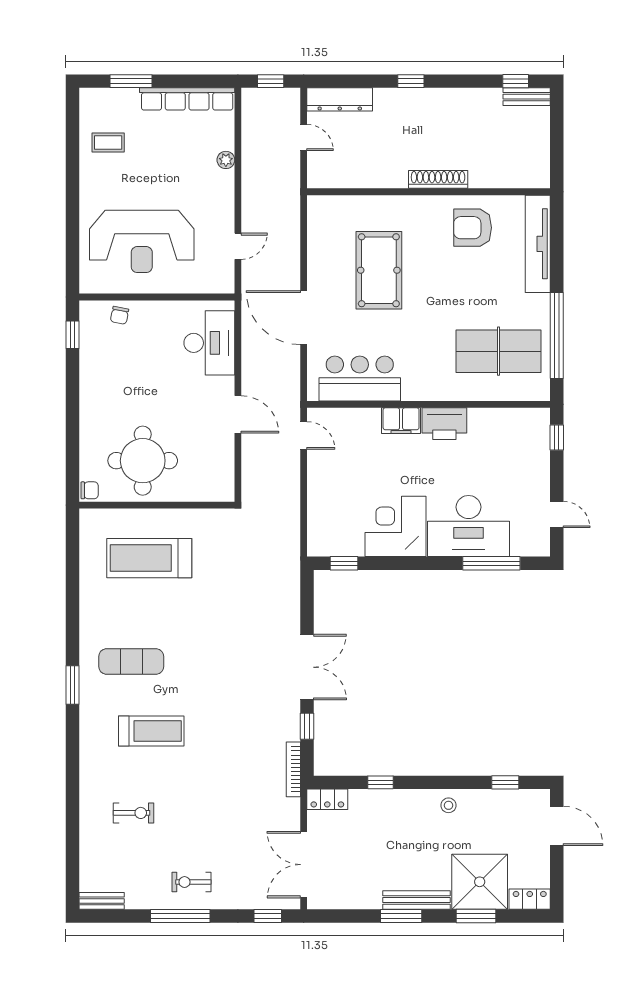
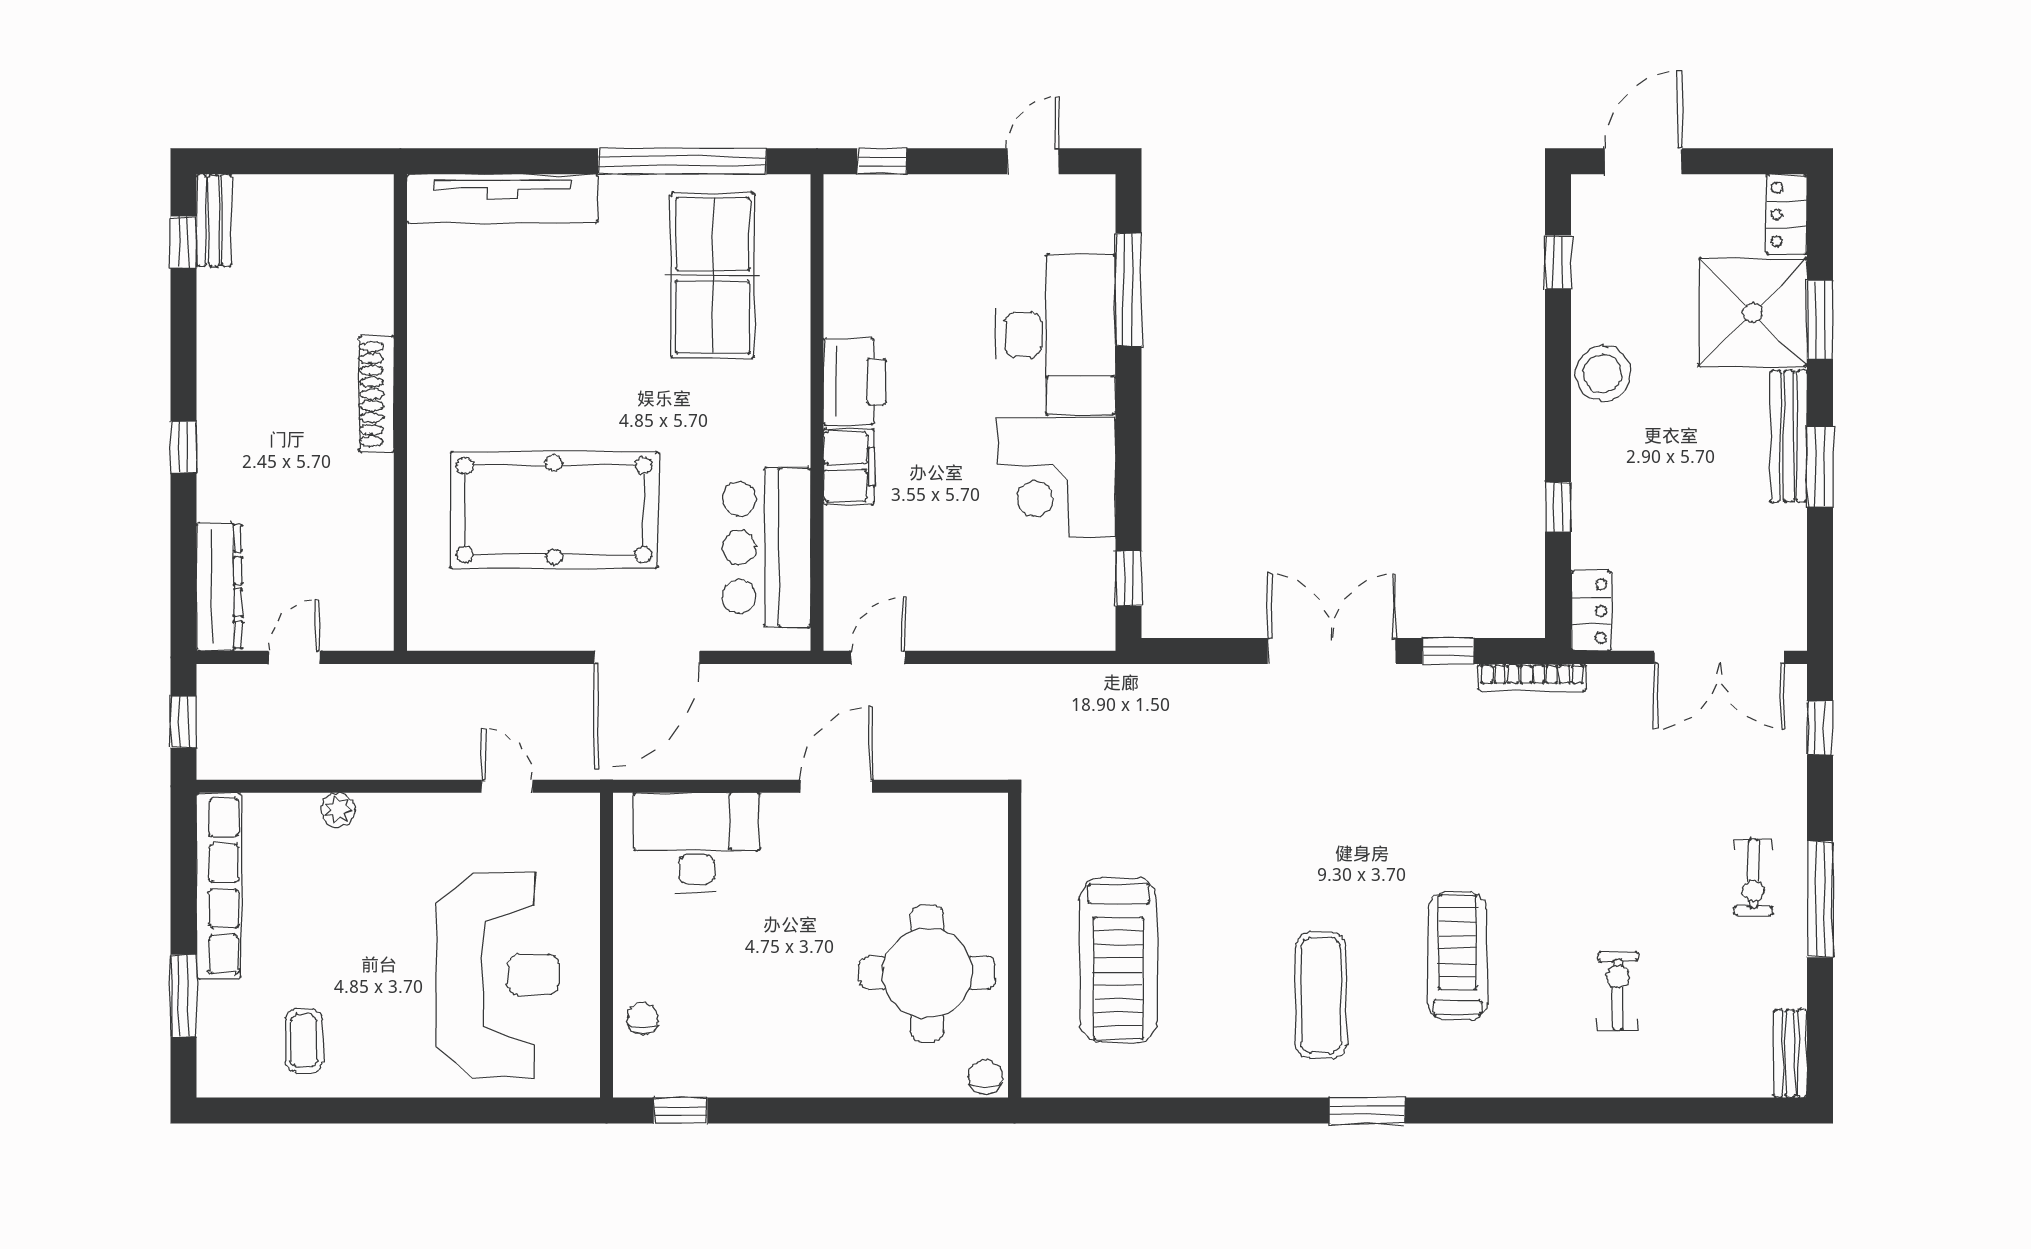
armchair: (473, 228) -> (471, 326), removed
pool table: (379, 270) -> (554, 510), width x1.36, depth x1.32
chair: (120, 315) -> (643, 1018), turned -101
stool: (448, 805) -> (1603, 374), width x1.89, depth x1.89

